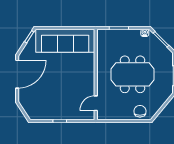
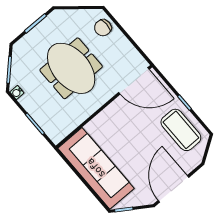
door: (17, 74) -> (174, 189), hinge flipped
door: (96, 103) -> (134, 81), width x1.88
coffee table: (46, 106) -> (181, 130), added

